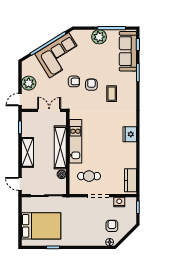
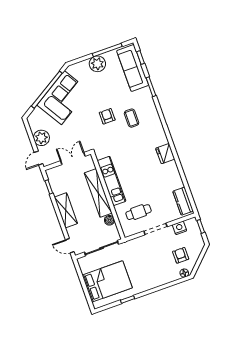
armchair: (74, 81) -> (88, 119), removed

